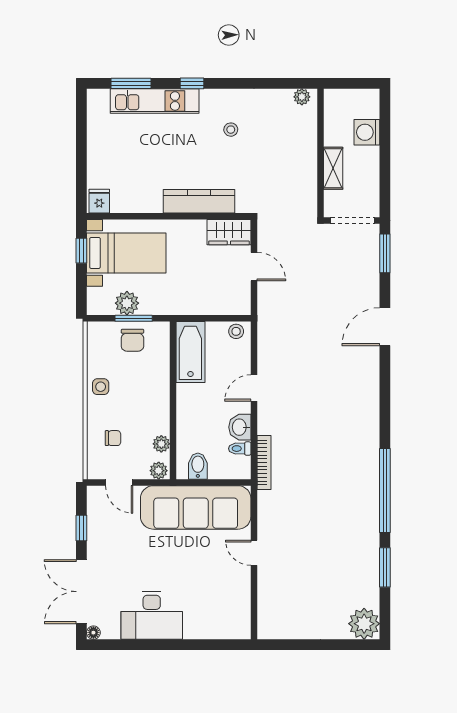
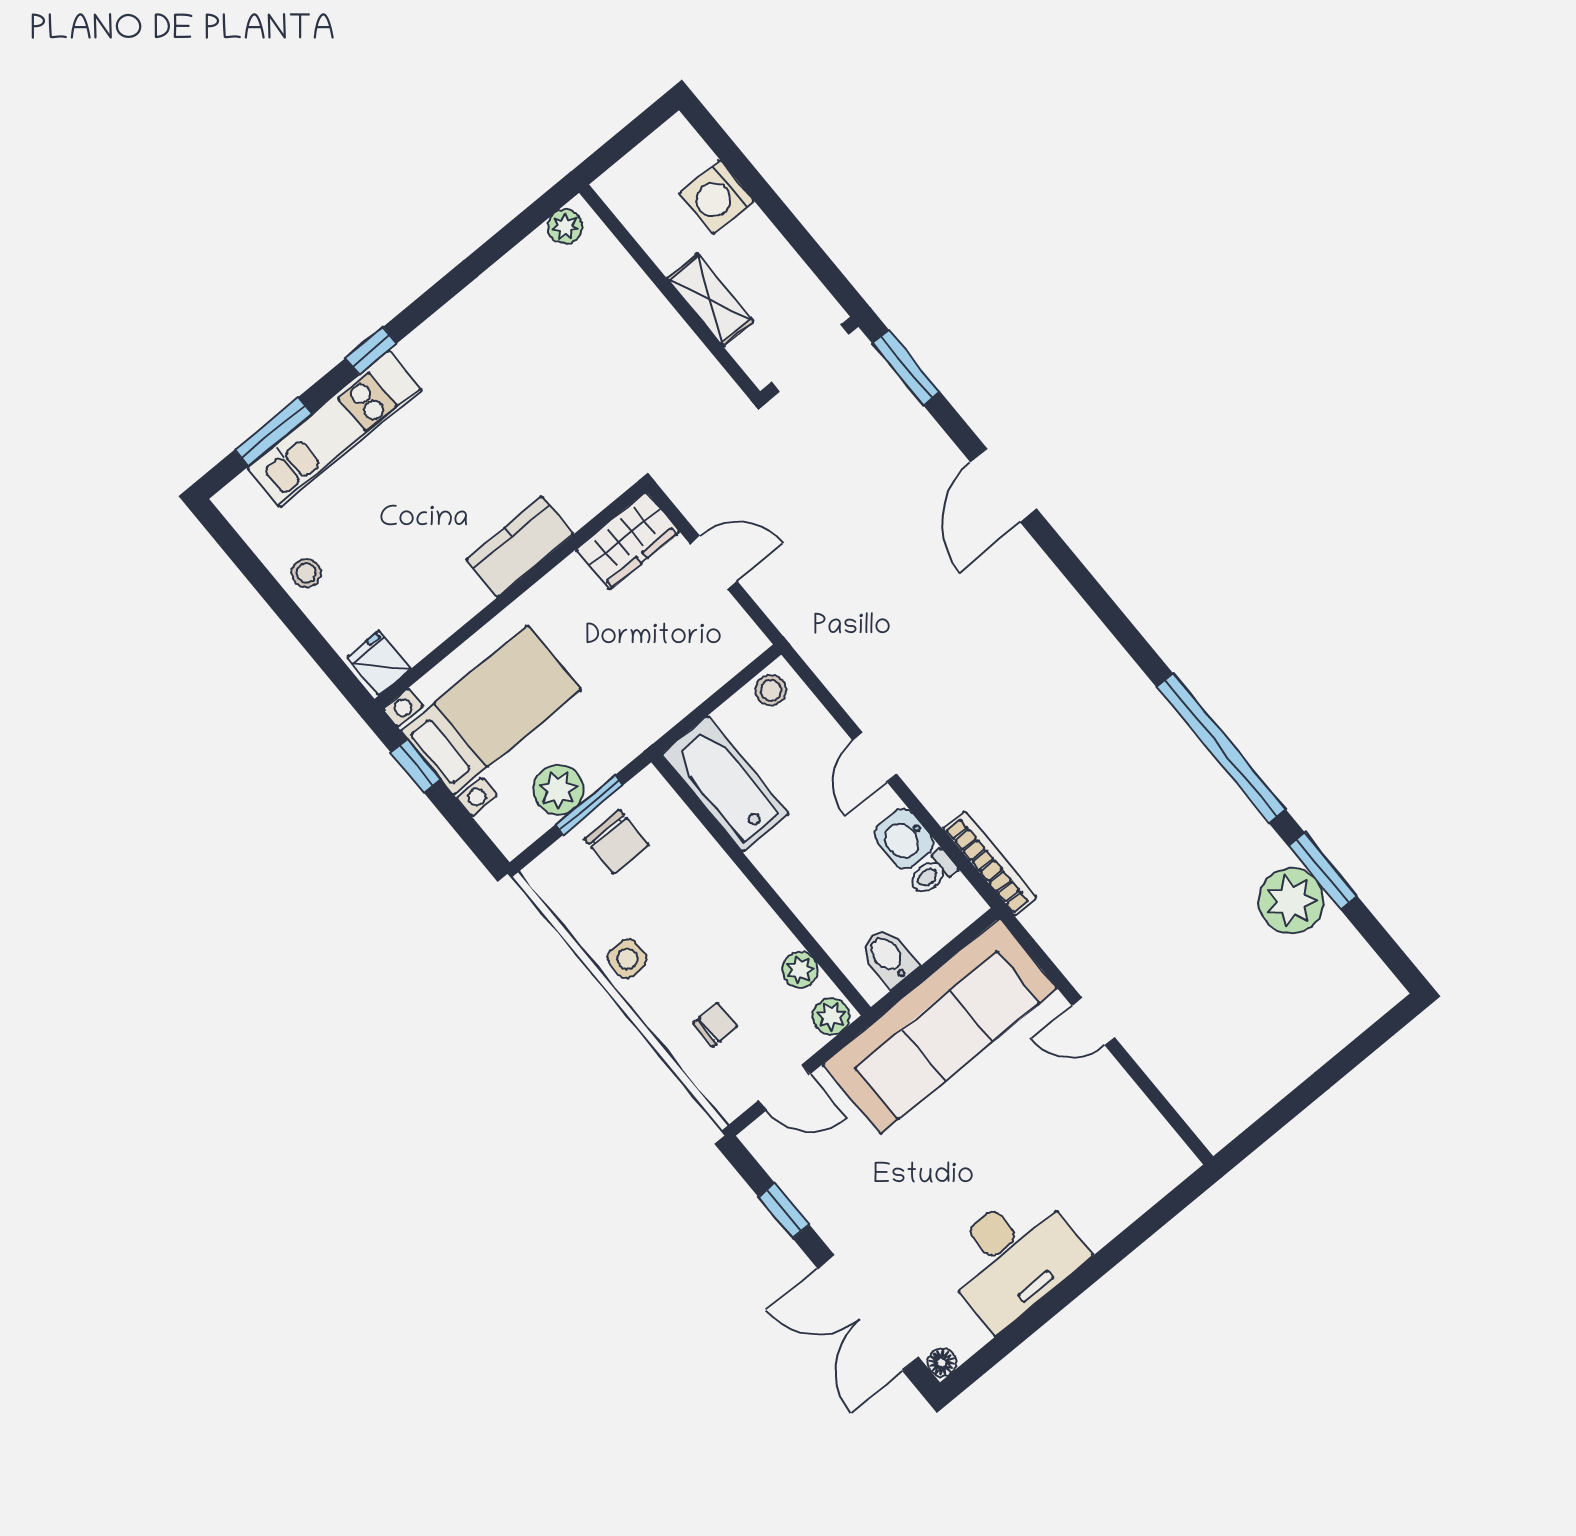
stool: (231, 130) -> (306, 573), moved
kitchen counter: (199, 201) -> (520, 547), width x0.67
plant: (364, 624) -> (1291, 901), moved

